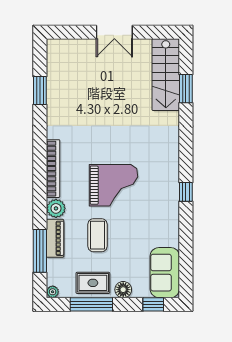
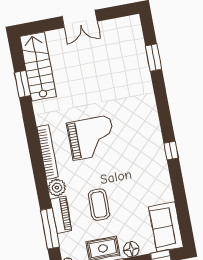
stairs: (166, 75) -> (38, 66), moved, turned 180
grand piano: (113, 185) -> (92, 138), moved

